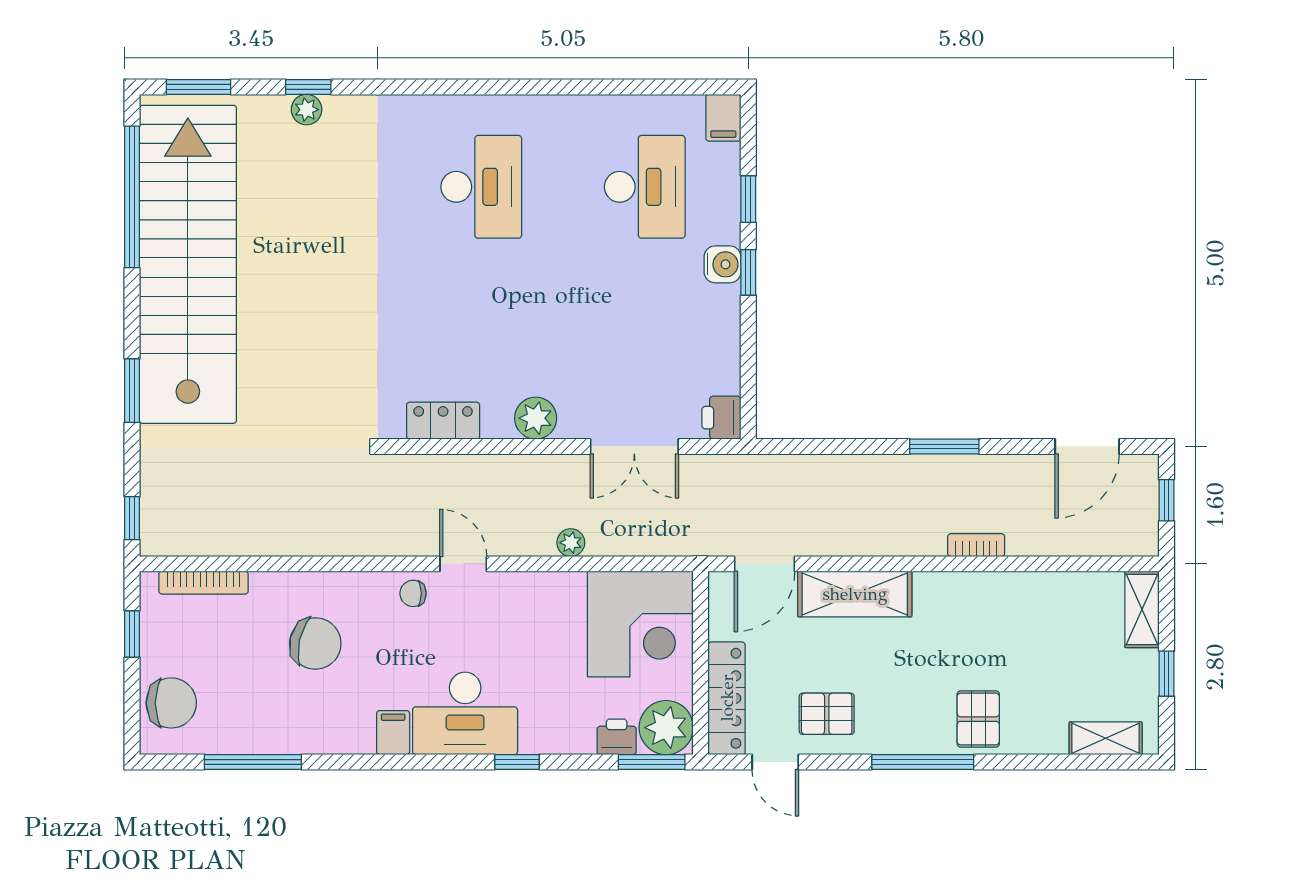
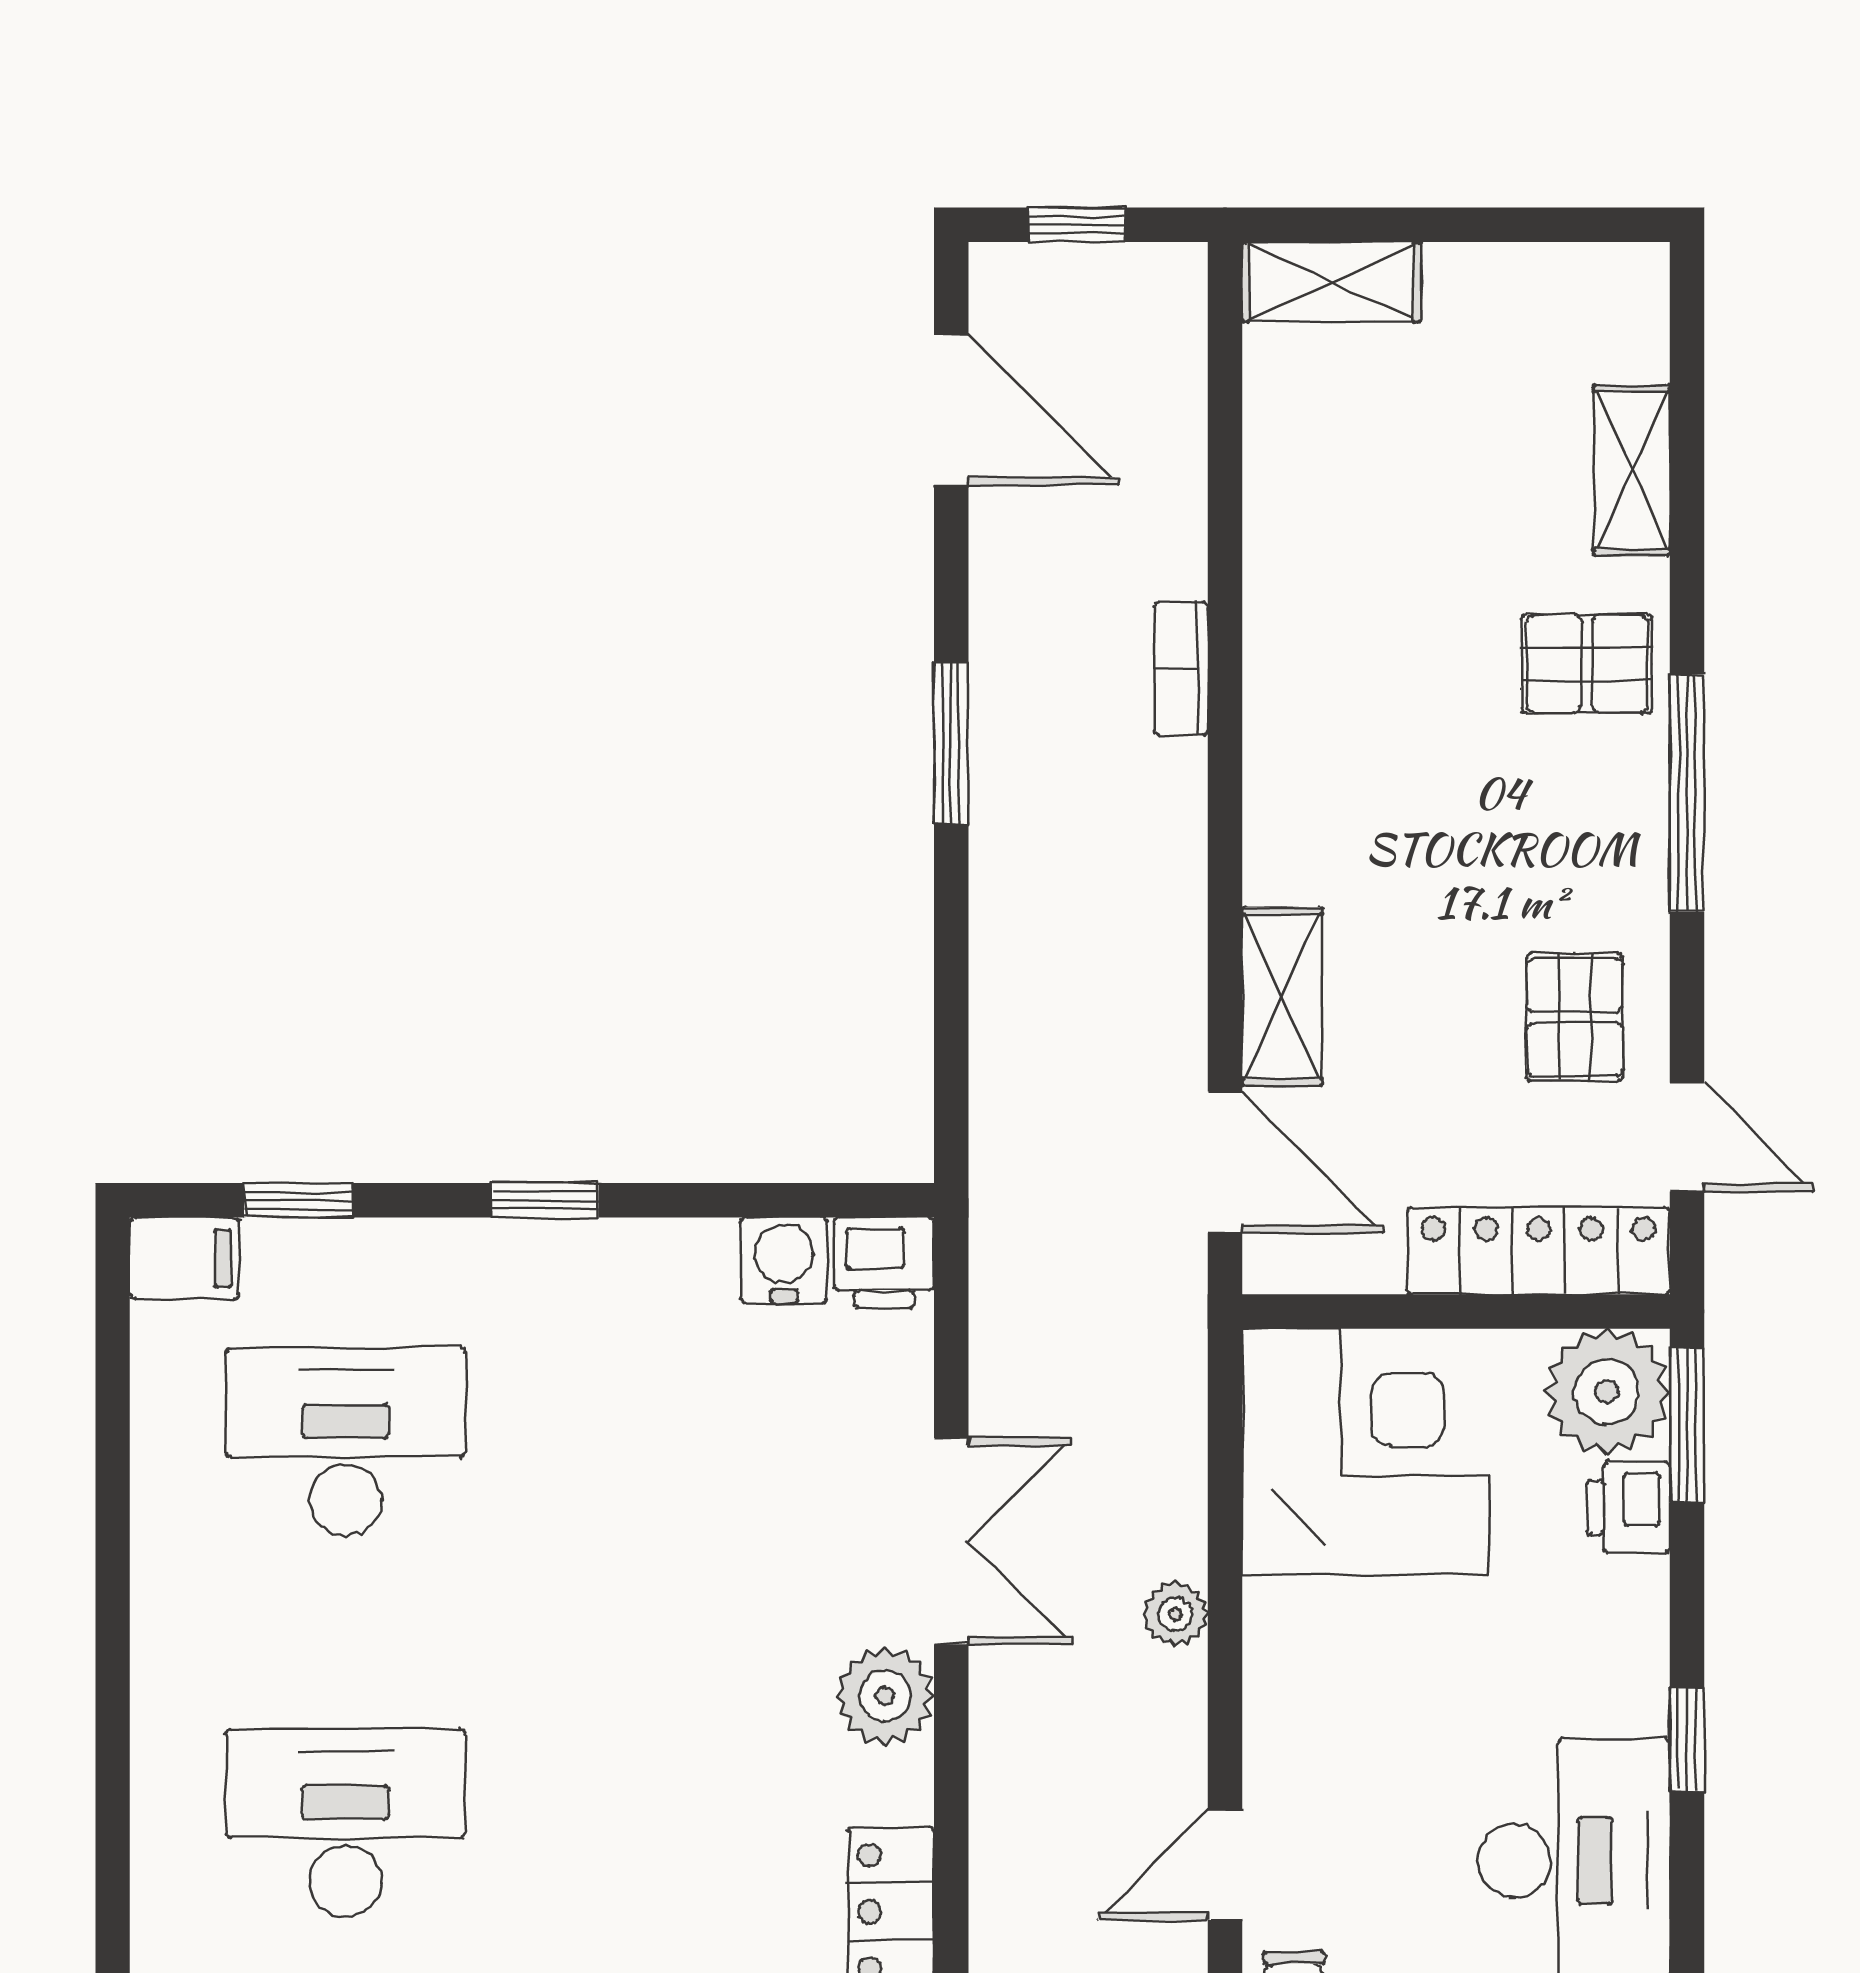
window: (748, 199) -> (298, 1200), moved
water cooler: (723, 264) -> (784, 1260), moved
double door: (634, 446) -> (951, 1541), moved
shelving: (855, 594) -> (1282, 996), width x0.67, depth x0.75
window: (1167, 674) -> (1481, 225), removed
shelving: (1106, 738) -> (1632, 470), moved
door: (775, 762) -> (1687, 1137), hinge flipped

